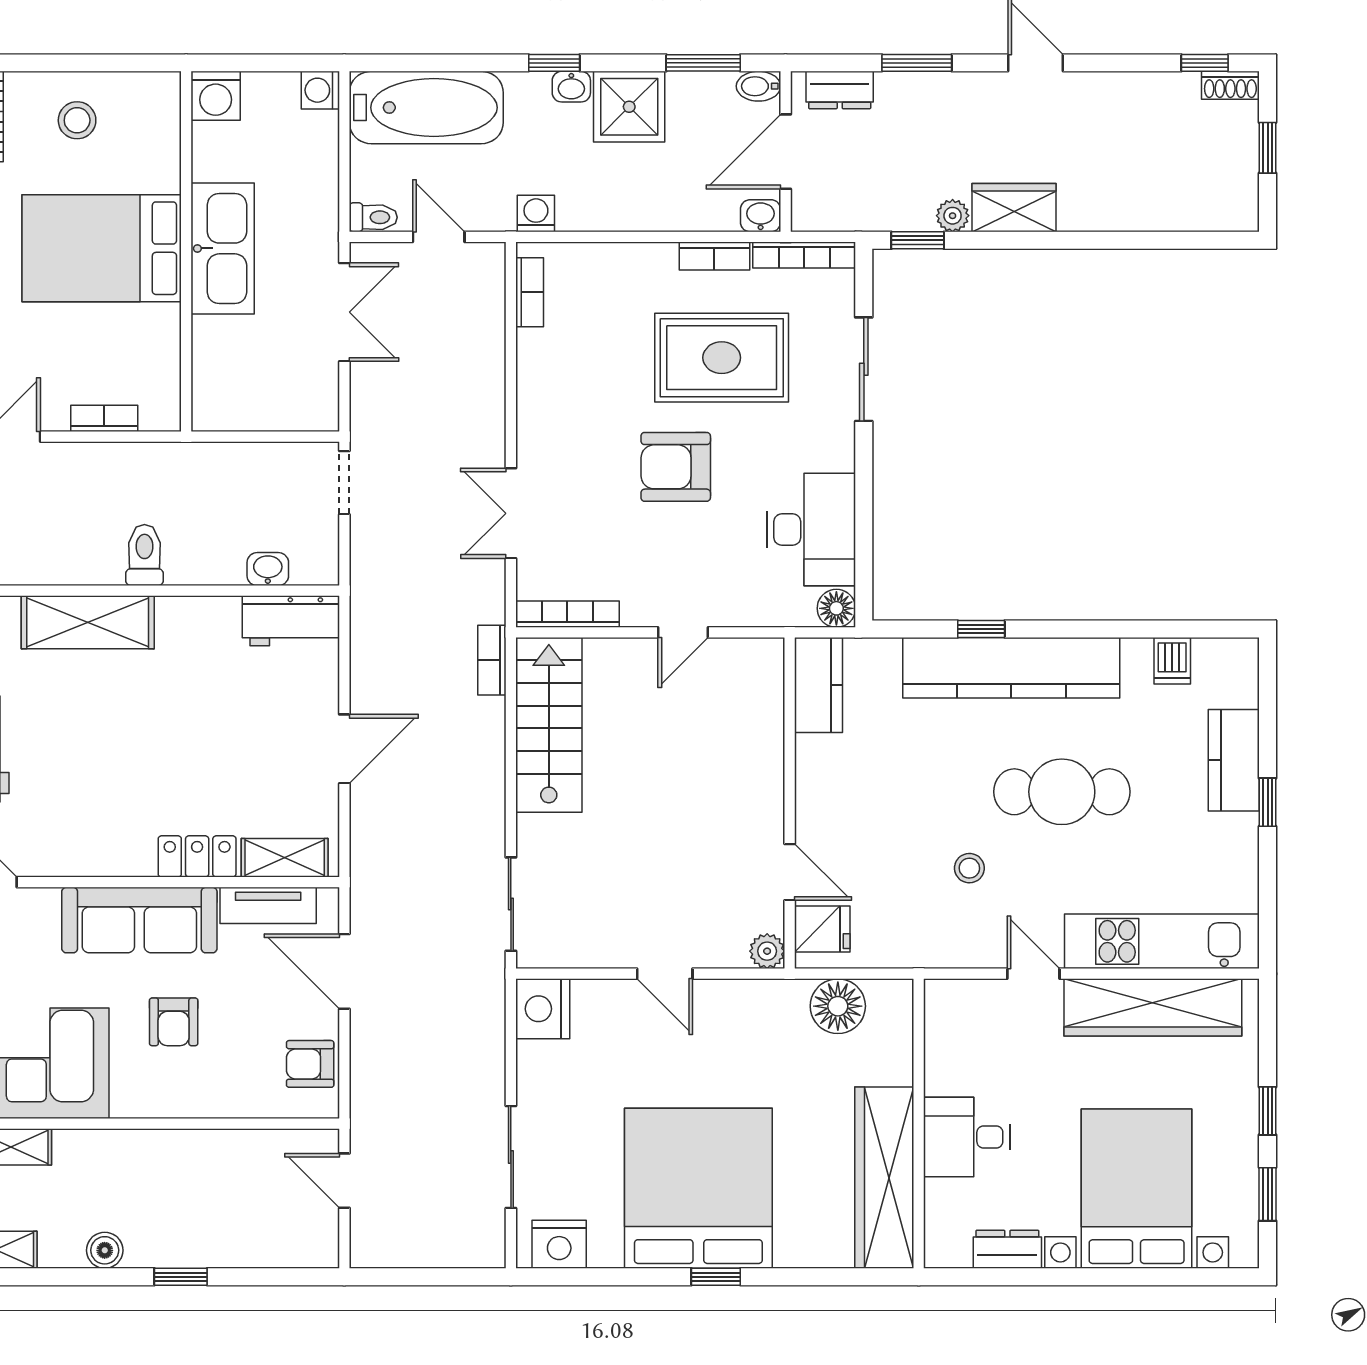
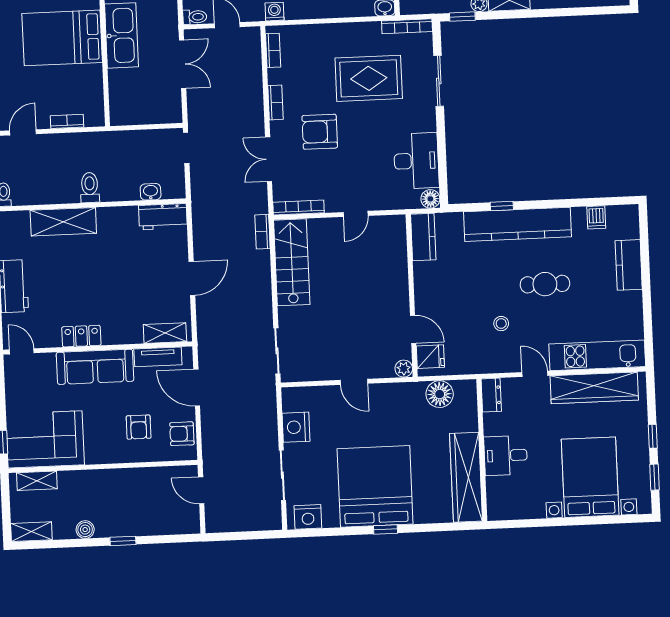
bookcase: (714, 256) -> (275, 102), moved, turned -90
armchair: (676, 467) -> (320, 132), moved
cafe table: (1062, 792) -> (545, 284), width x0.73, depth x0.74
window: (1268, 802) -> (646, 285), removed
locker: (197, 856) -> (81, 336), moved
nightstand: (543, 1009) -> (296, 427), moved
armchair: (174, 1022) -> (139, 427), moved
dresser: (1007, 1249) -> (491, 395), moved, turned 90

